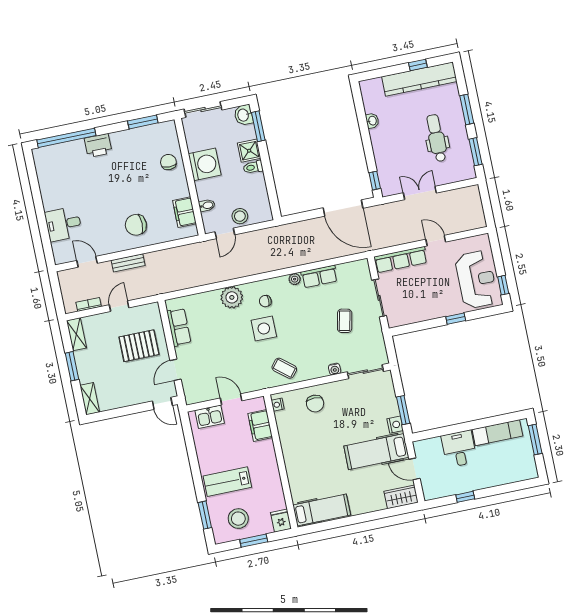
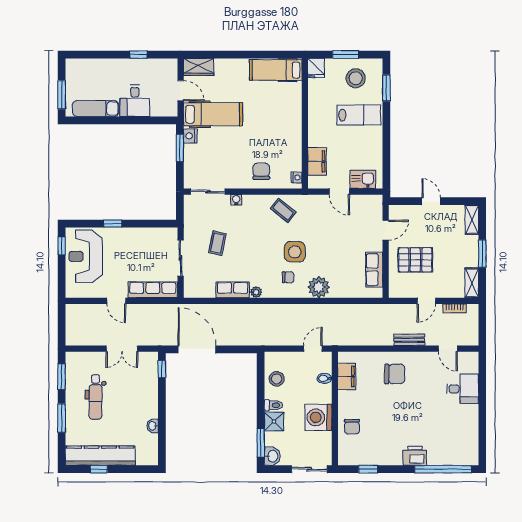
window: (143, 122) -> (368, 469), width x0.67
stool: (240, 216) -> (277, 379), moved
door: (162, 403) -> (431, 201), moved

